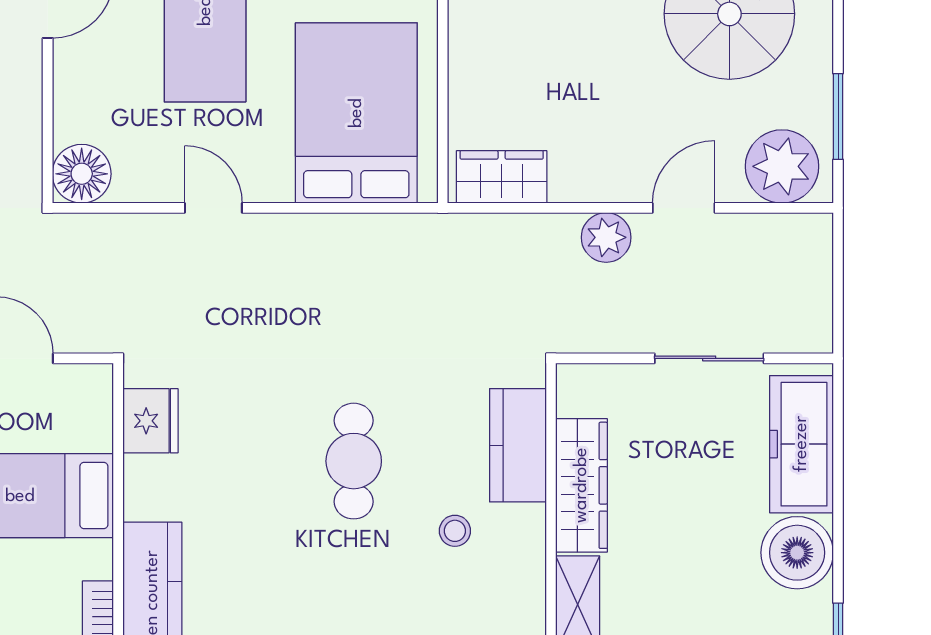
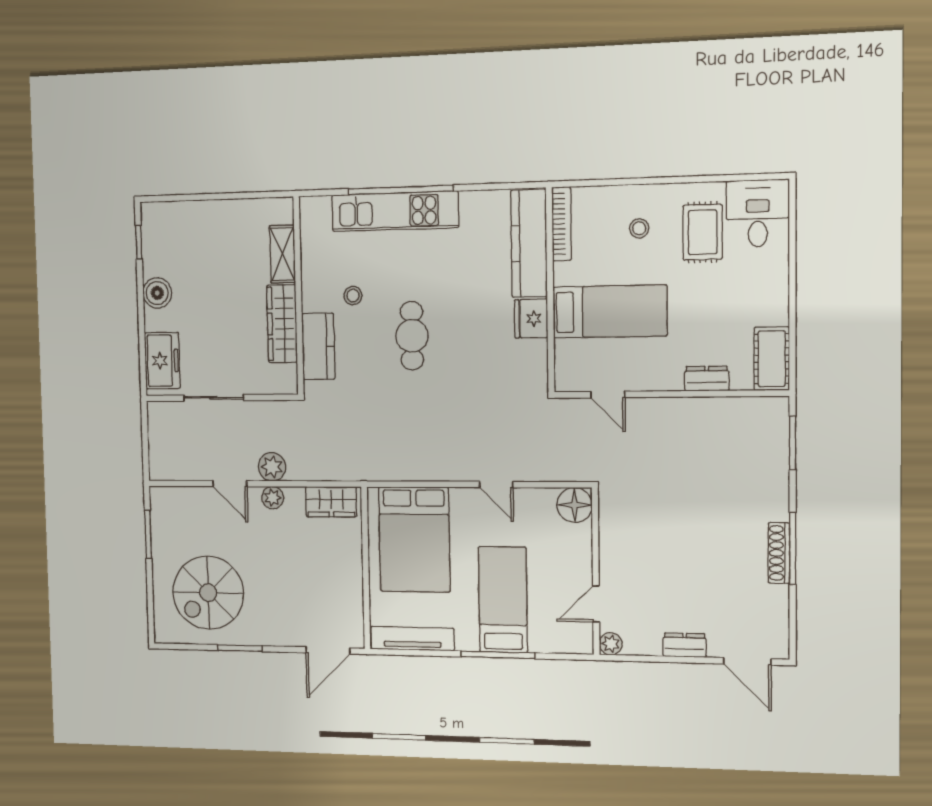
plant: (782, 166) -> (273, 498), moved, width x0.53, depth x0.53
door: (684, 208) -> (230, 484), hinge flipped
fridge: (150, 421) -> (531, 319), moved
freezer: (801, 444) -> (162, 361), width x0.71
boiler: (797, 553) -> (157, 293), width x0.73, depth x0.73

